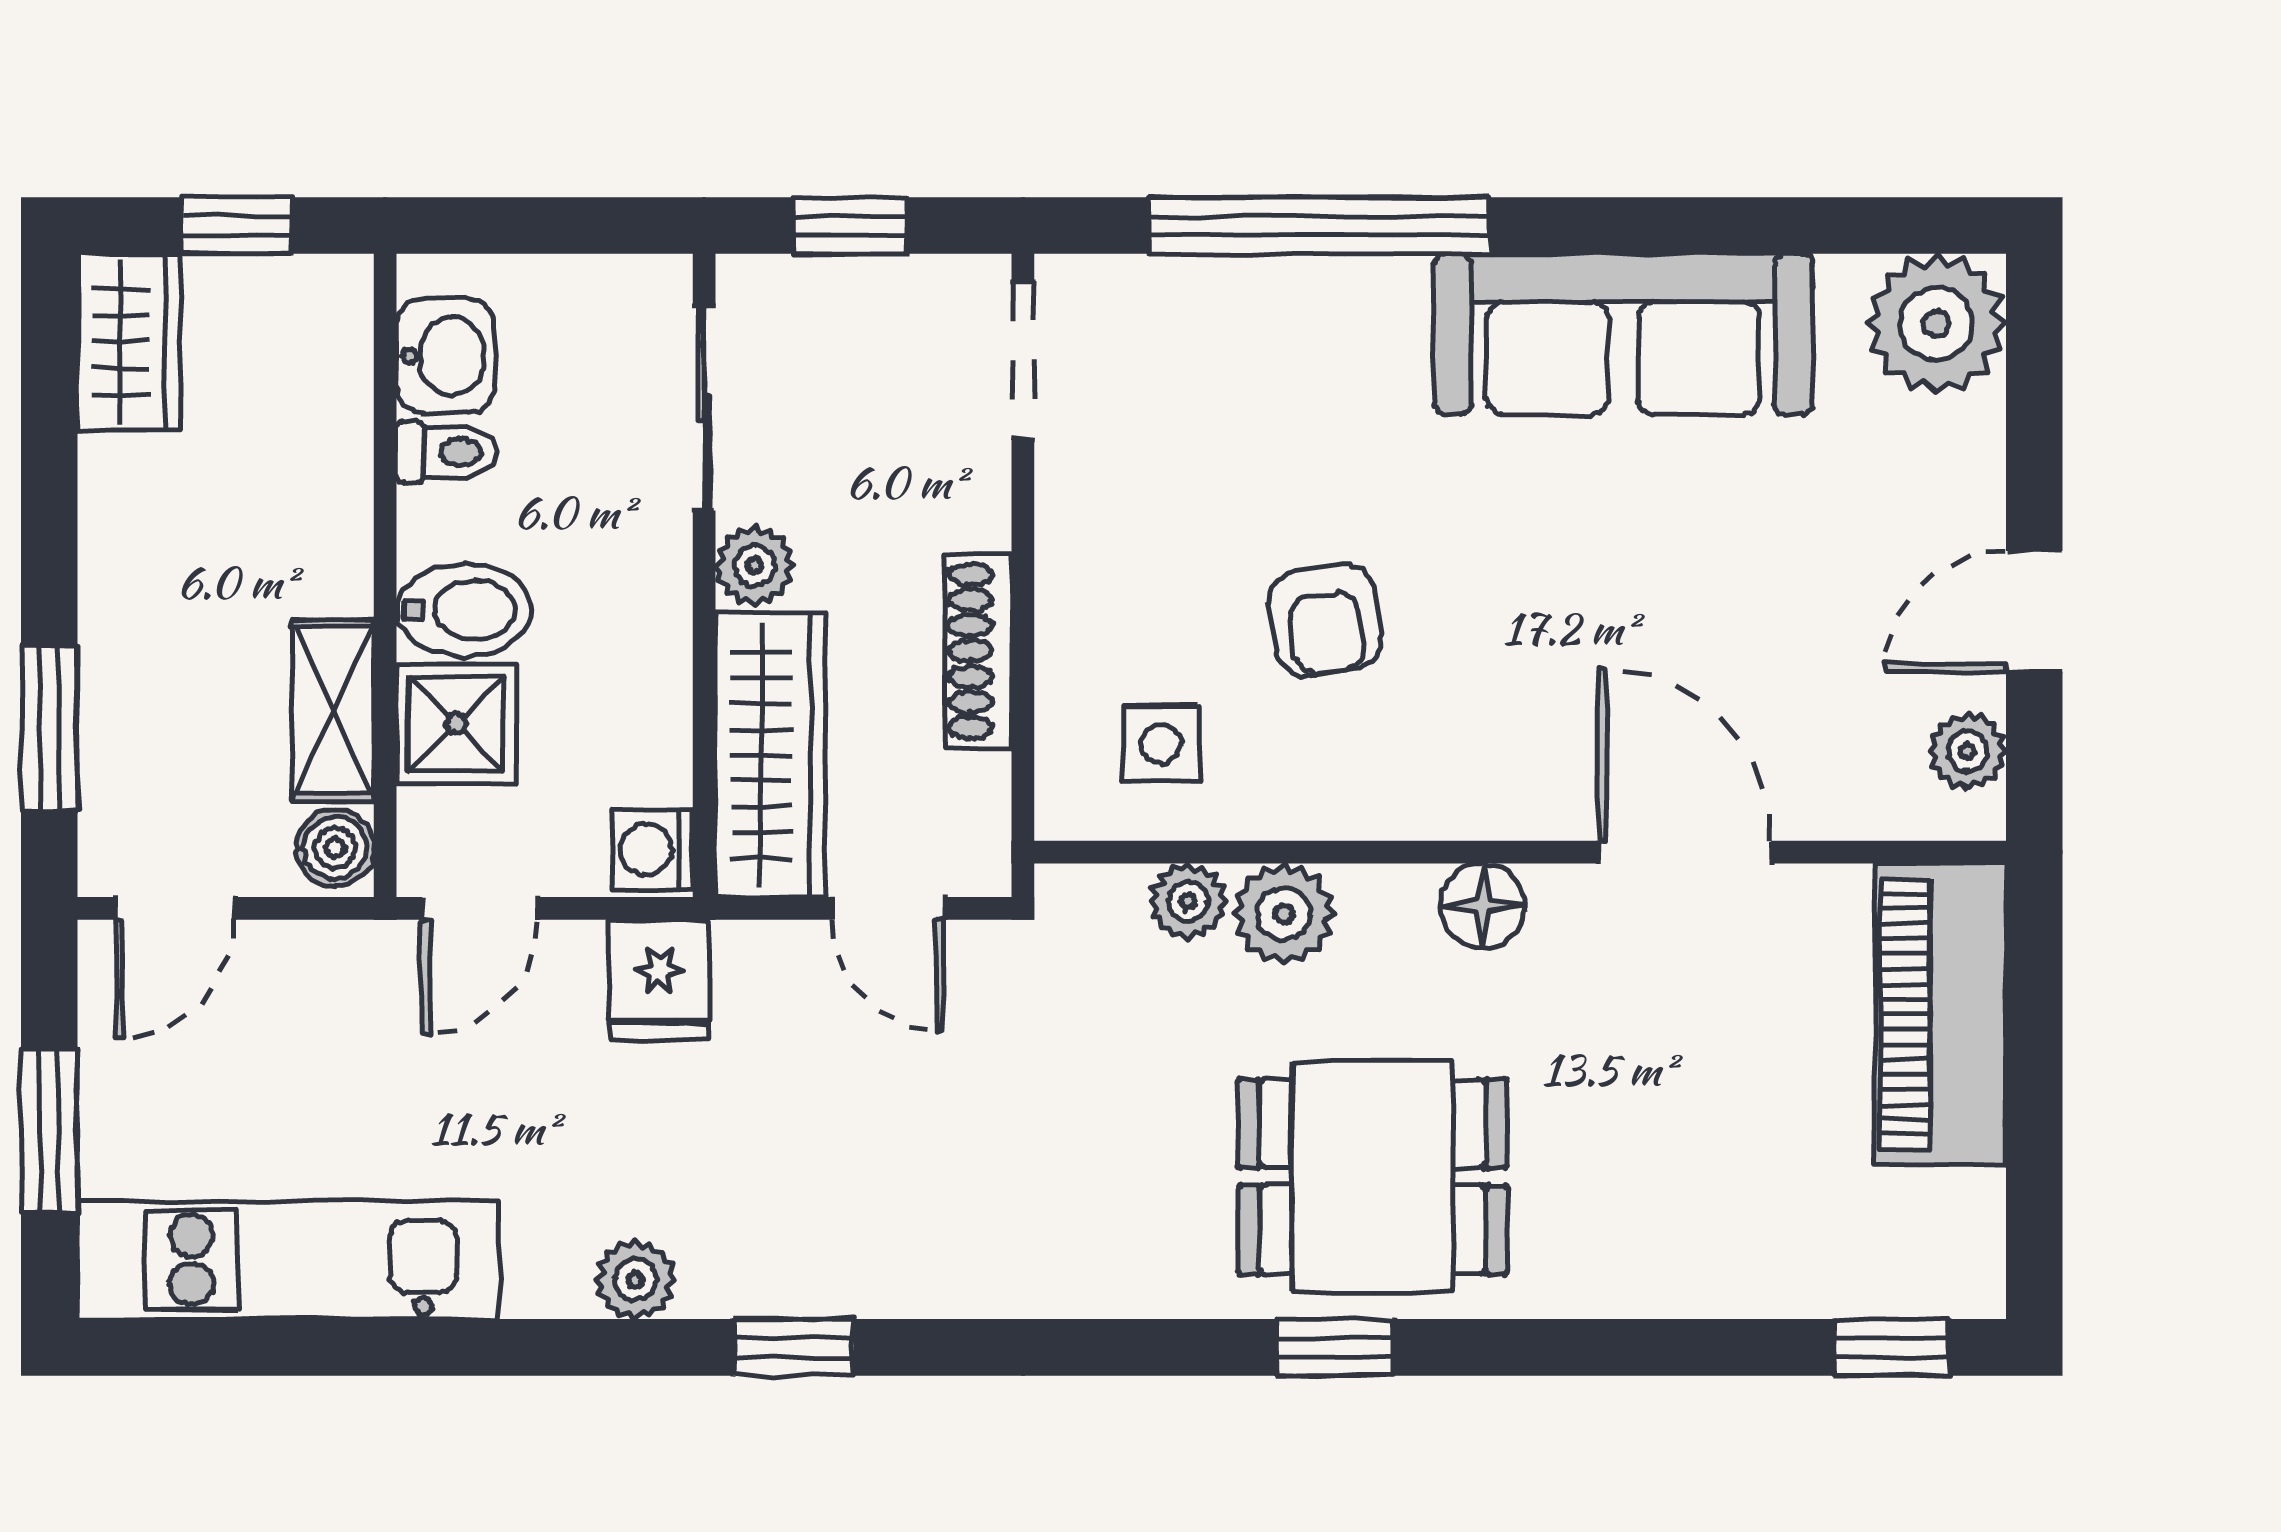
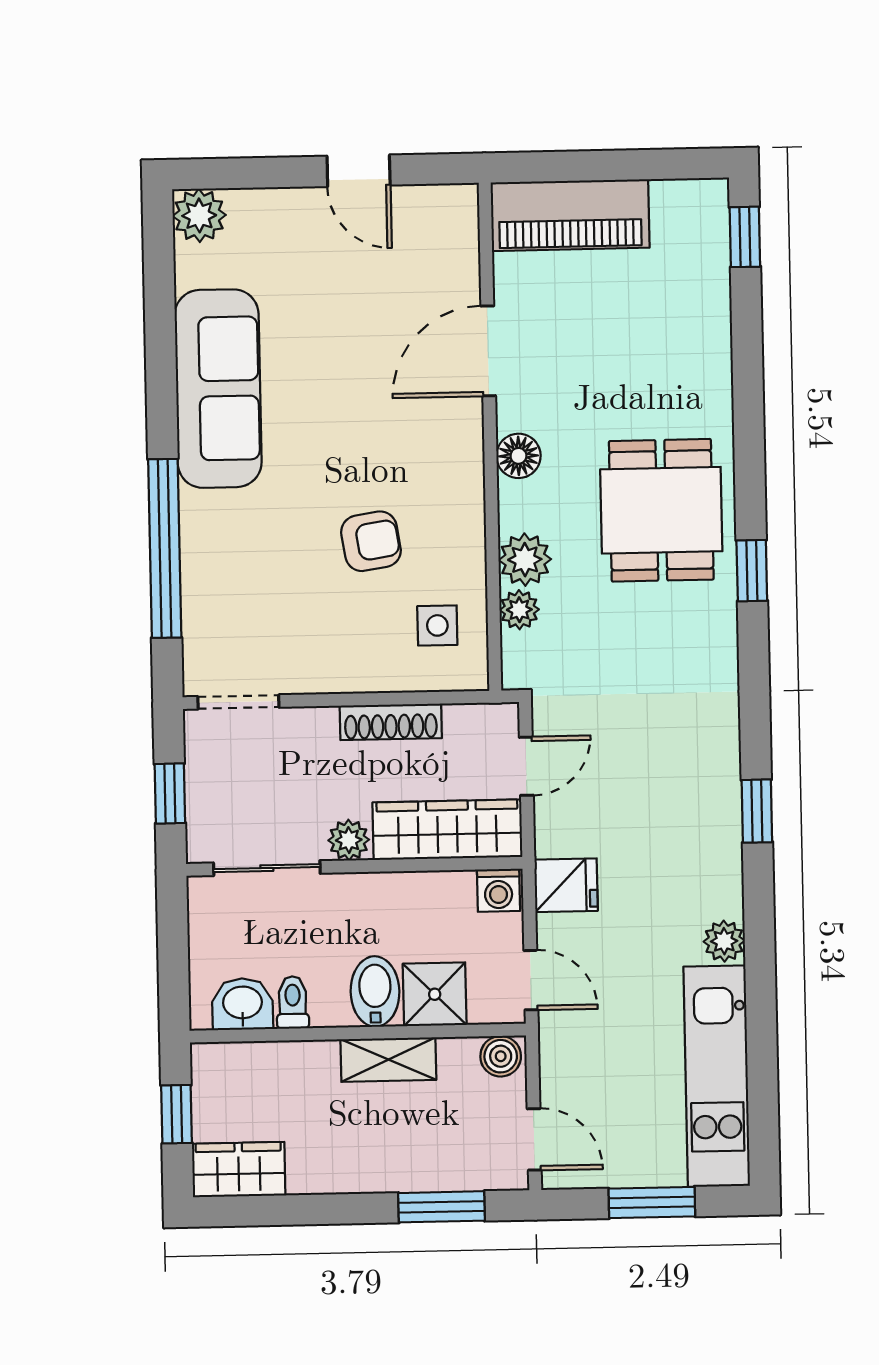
plant: (1936, 323) -> (199, 215), width x0.73, depth x0.73
shelving: (333, 710) -> (388, 1060), moved
plant: (1968, 751) -> (432, 204), removed
plant: (635, 1280) -> (724, 941), moved
window: (1335, 1347) -> (752, 571), moved

